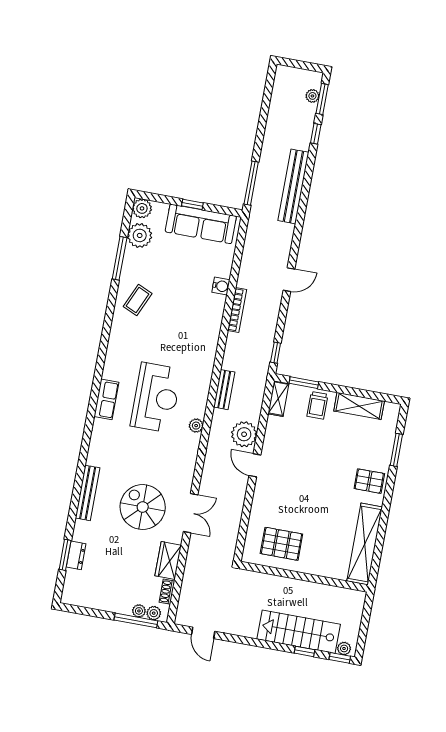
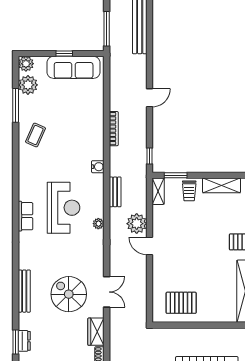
water cooler: (221, 286) -> (98, 167), moved

